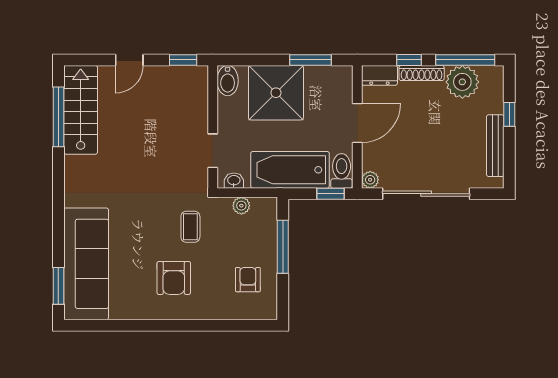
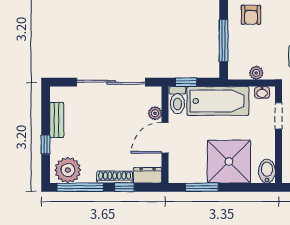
plant: (462, 82) -> (68, 170), moved
bench: (495, 146) -> (57, 120), width x0.73
plant: (370, 180) -> (155, 113), moved

